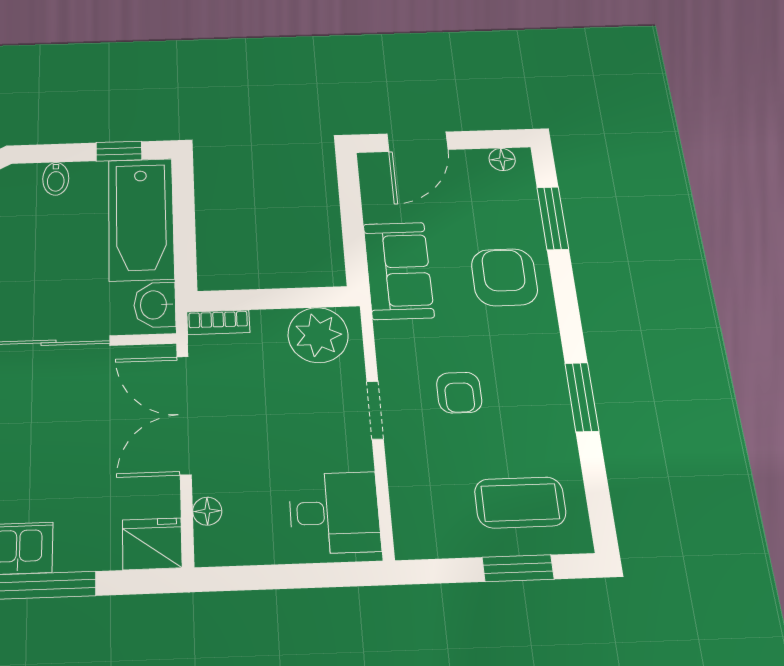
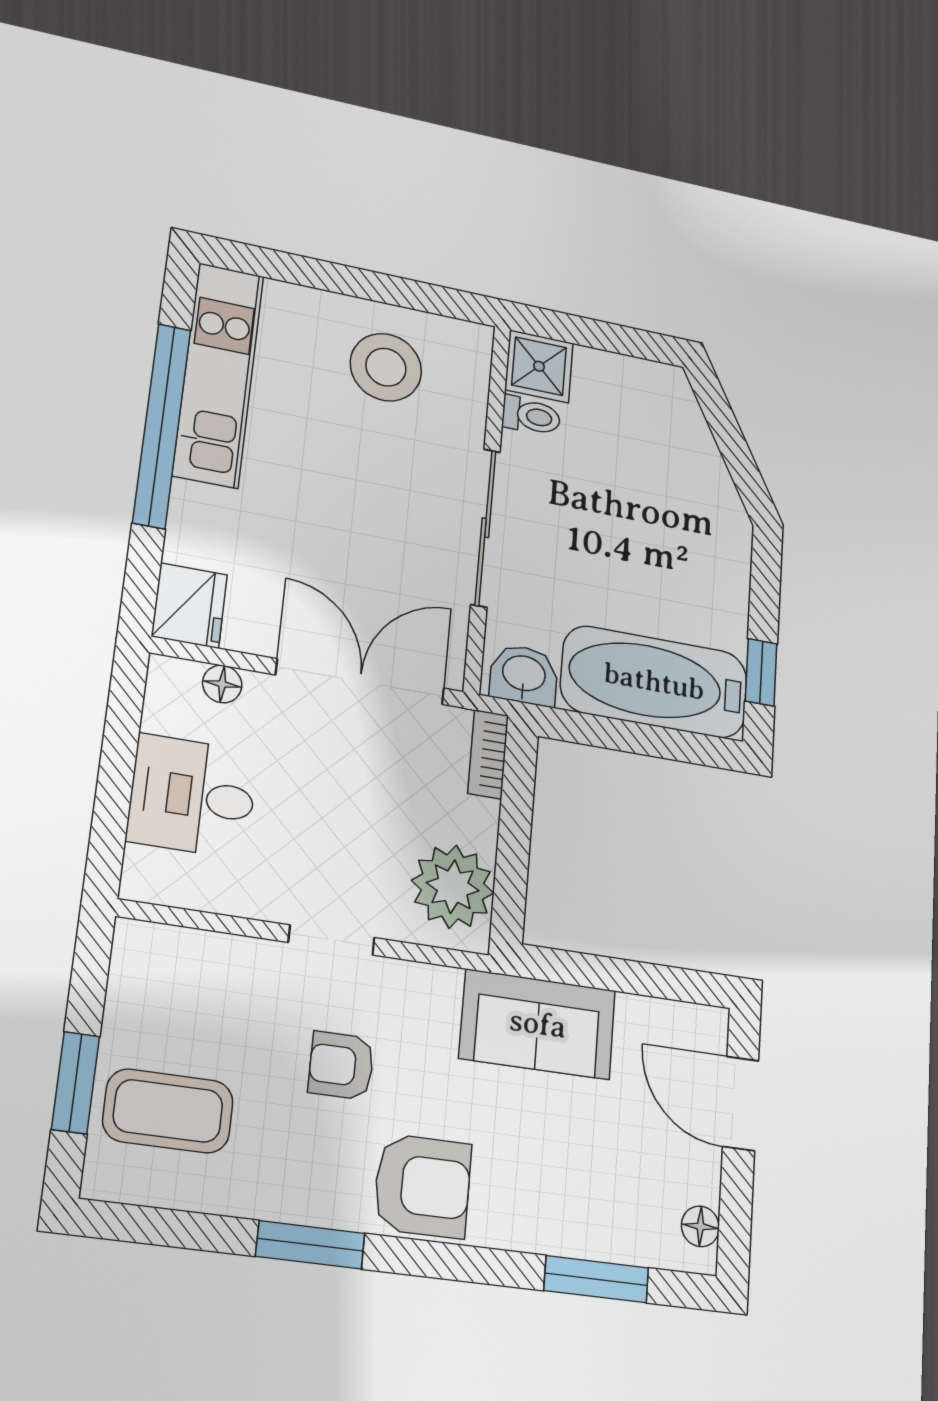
bidet: (56, 179) -> (726, 580), removed
armchair: (504, 277) -> (422, 1186), moved
coffee table: (520, 502) -> (168, 1111), turned 90
desk: (334, 513) -> (192, 796), moved, turned 90

